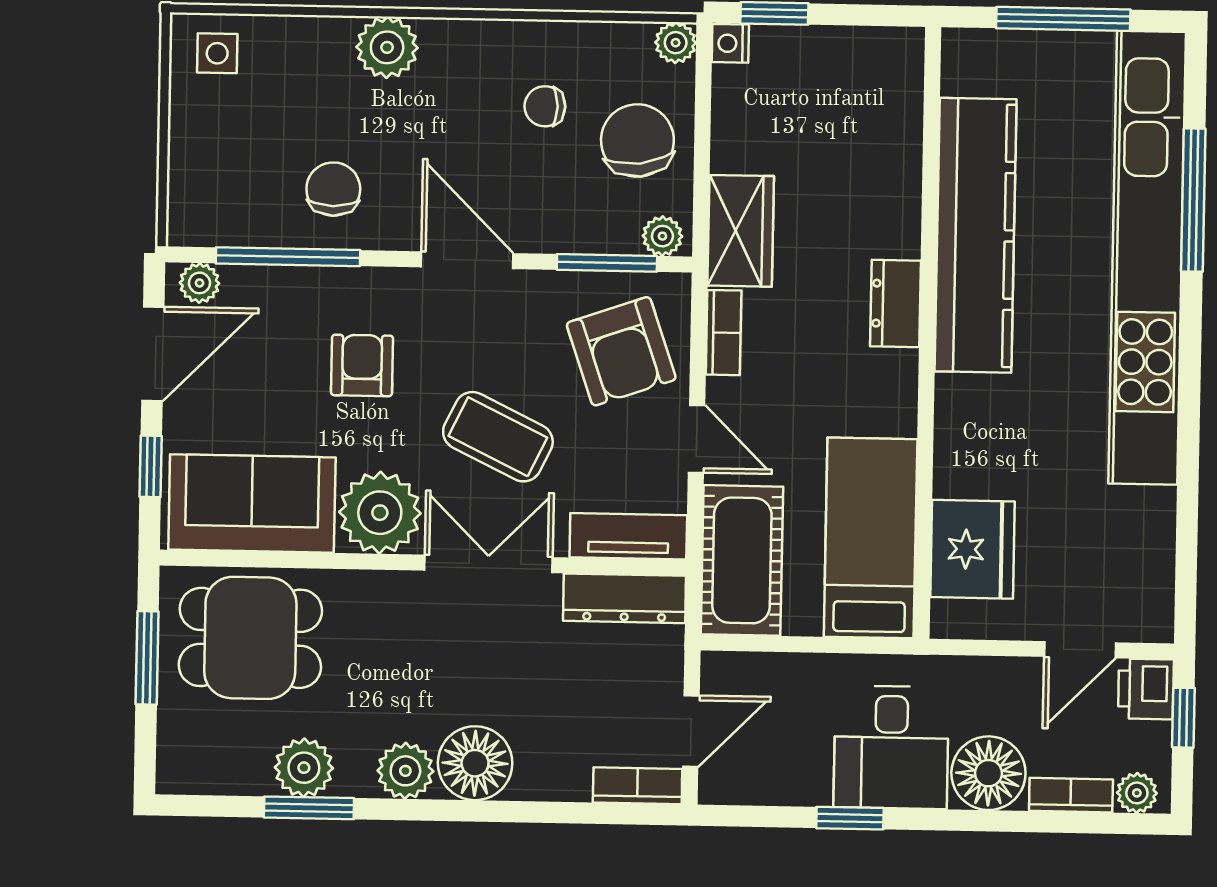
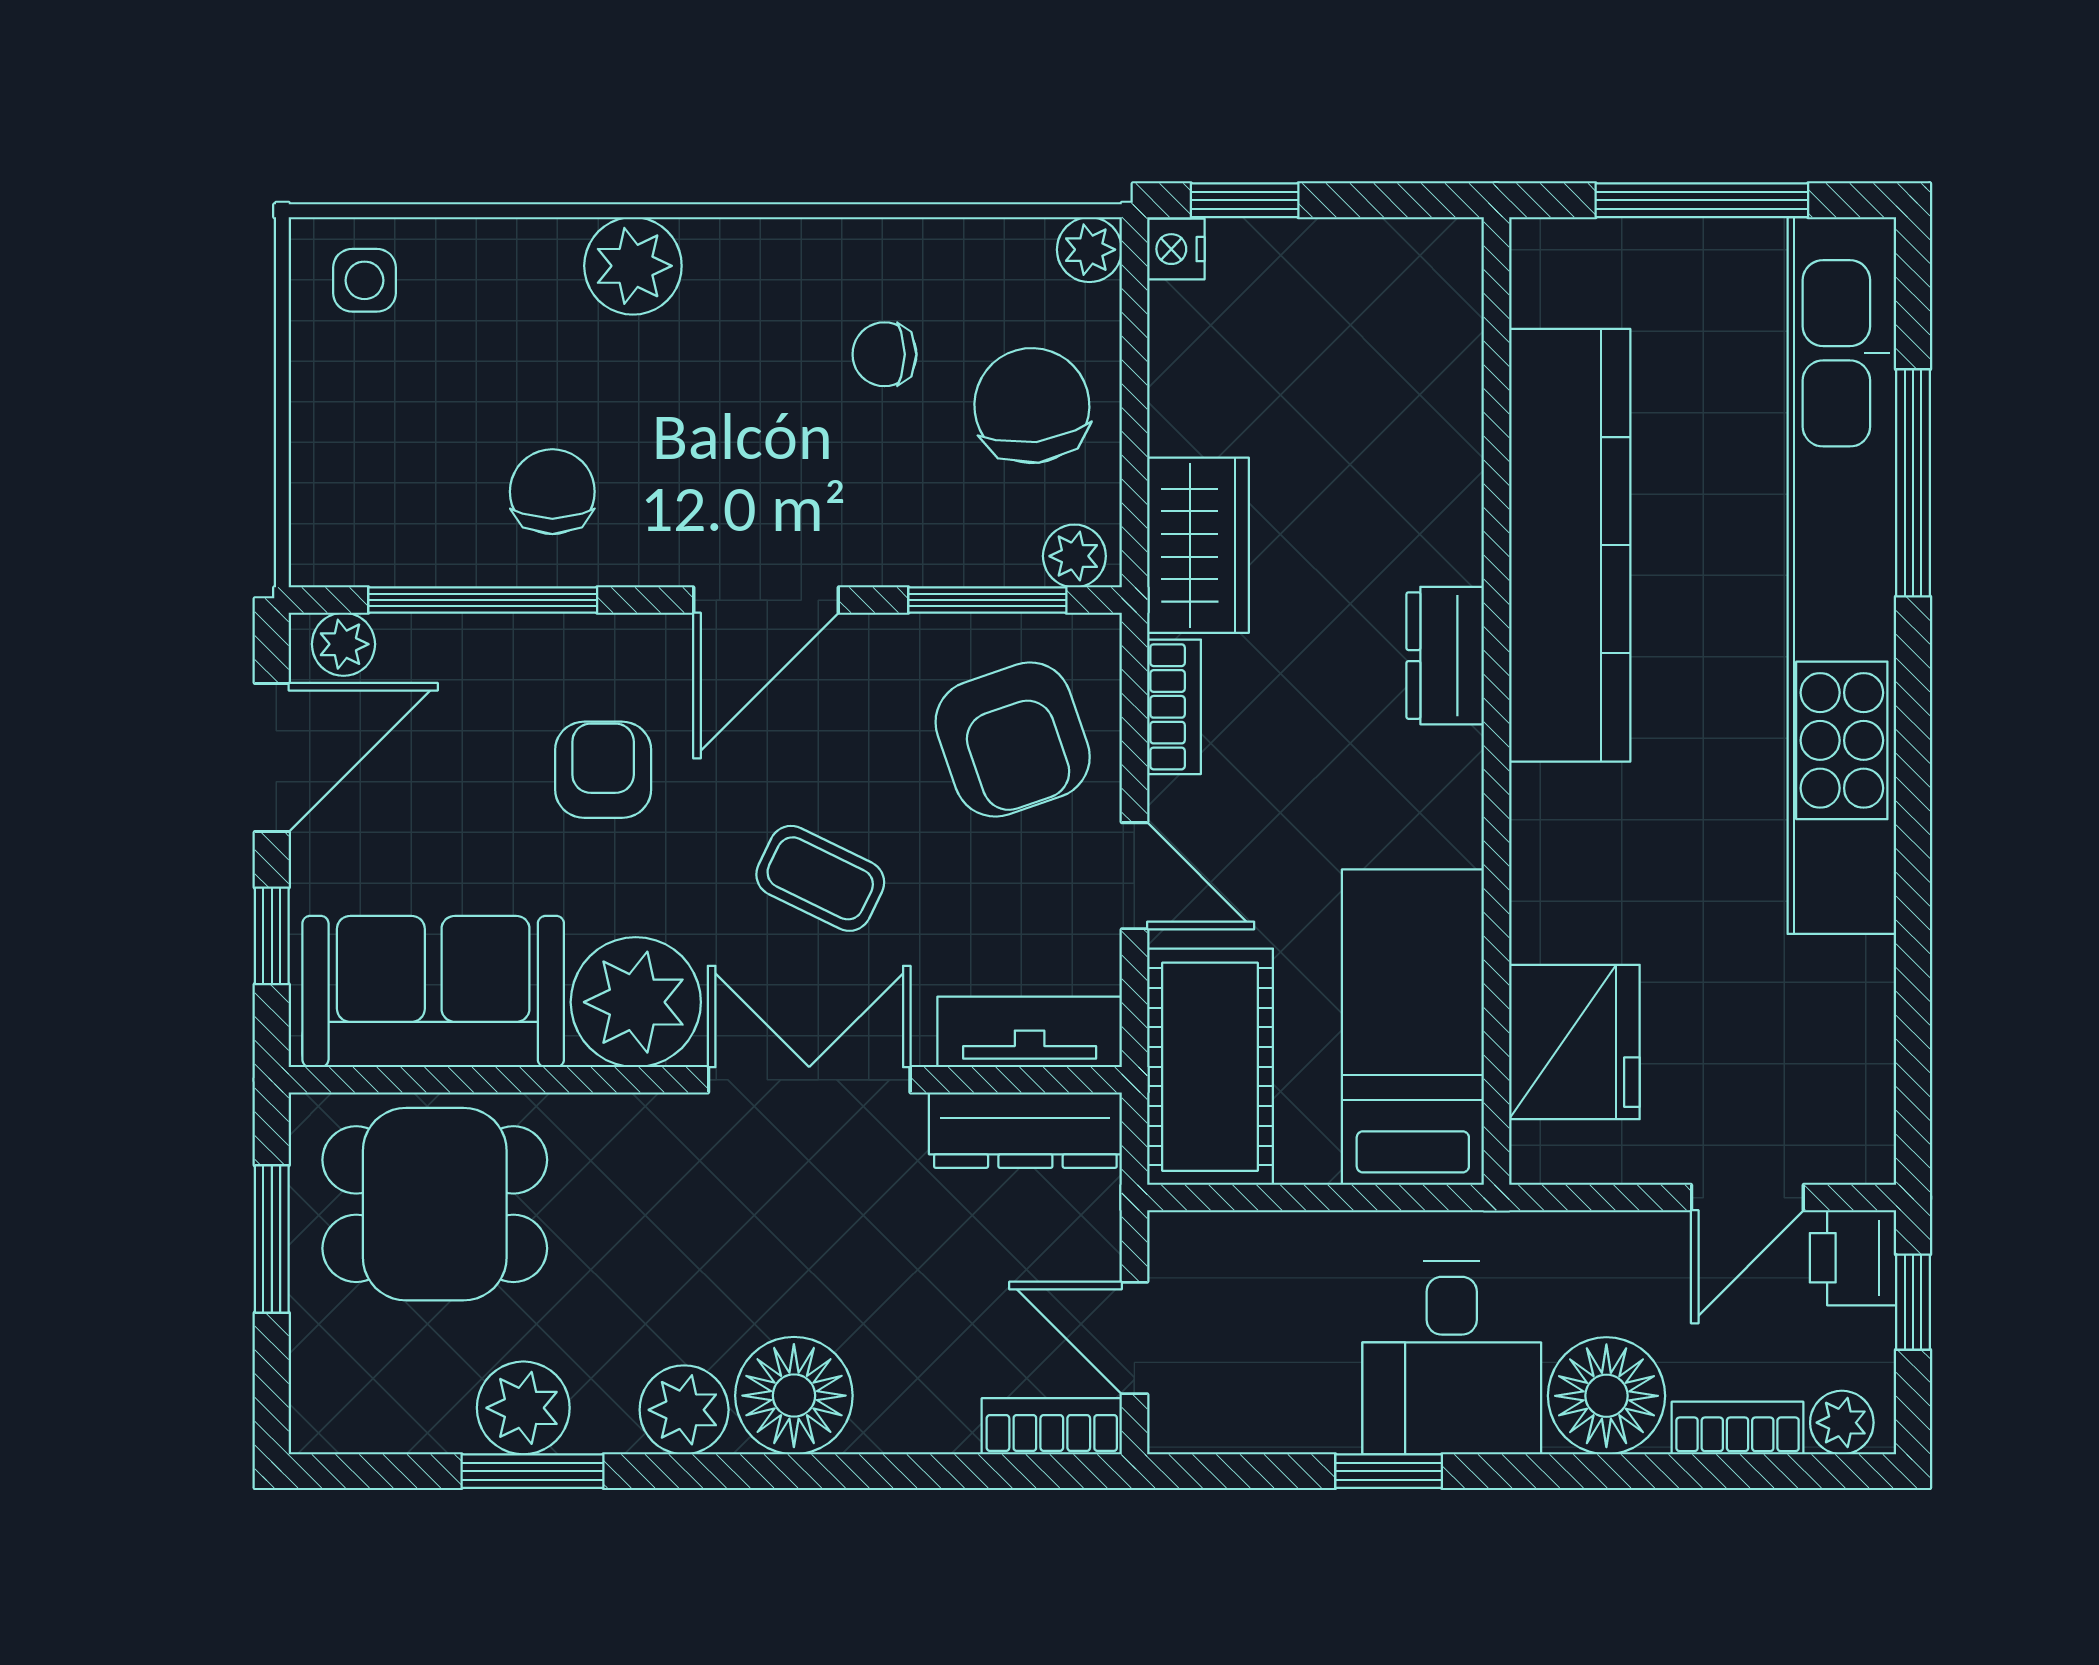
door: (467, 260) -> (766, 600), swing flipped
coffee table: (498, 437) -> (820, 878), width x0.73, depth x0.77
door: (691, 731) -> (1134, 1338), swing flipped

